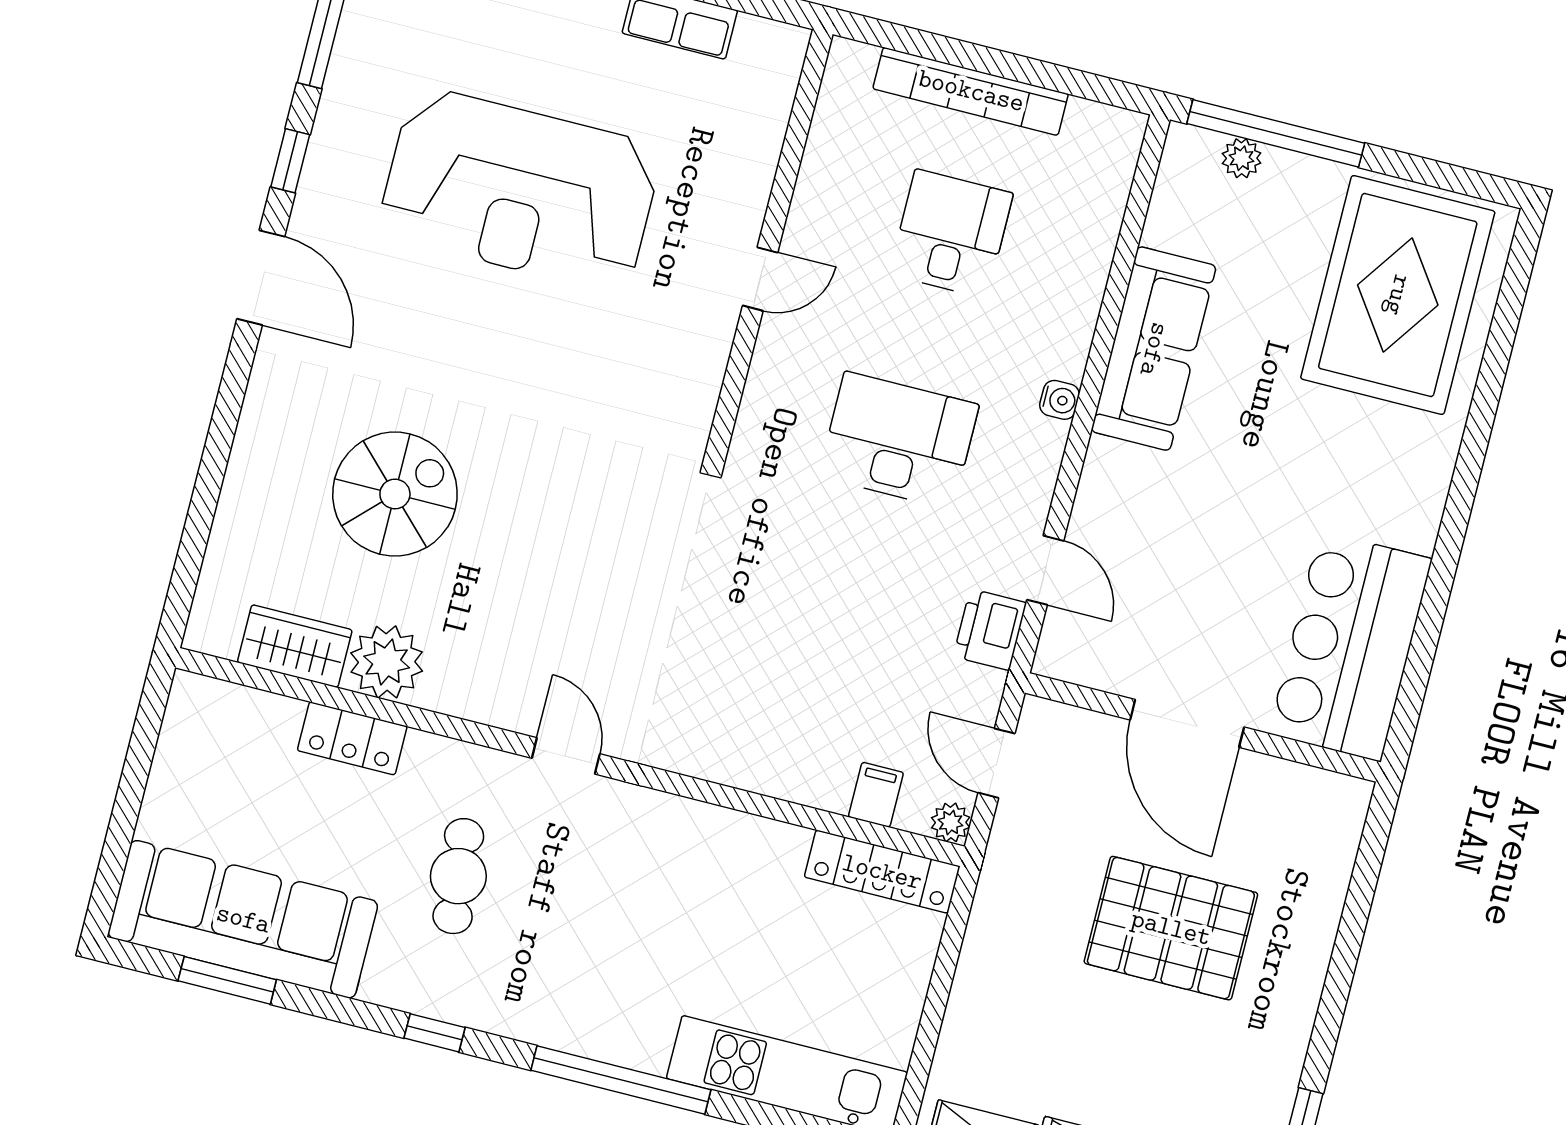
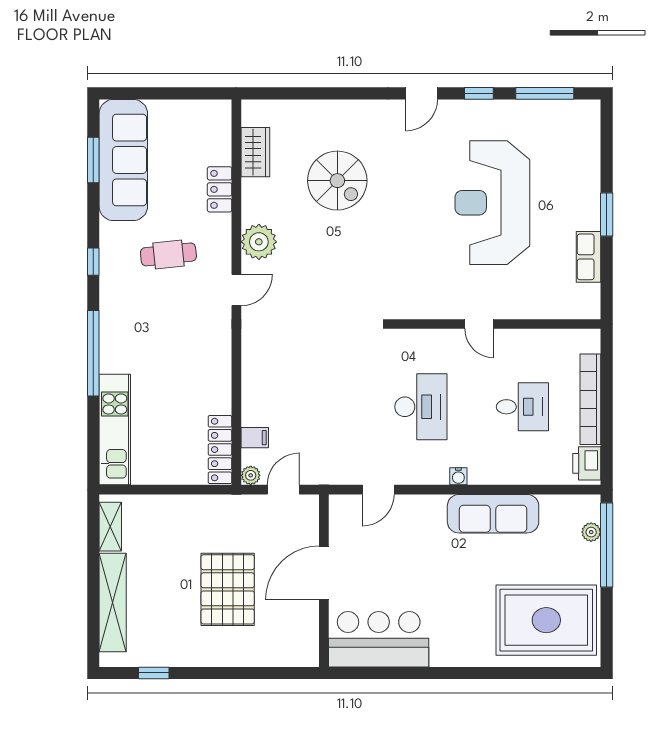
door: (261, 278) -> (422, 93), width x0.73
printer: (990, 630) -> (587, 463), moved, turned -90
plant: (387, 662) -> (259, 242), moved

